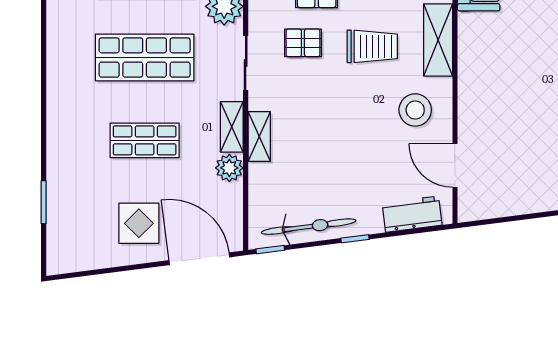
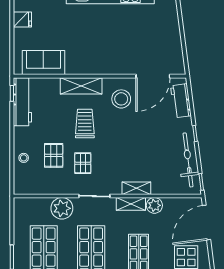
door: (455, 165) -> (153, 76), width x1.36

